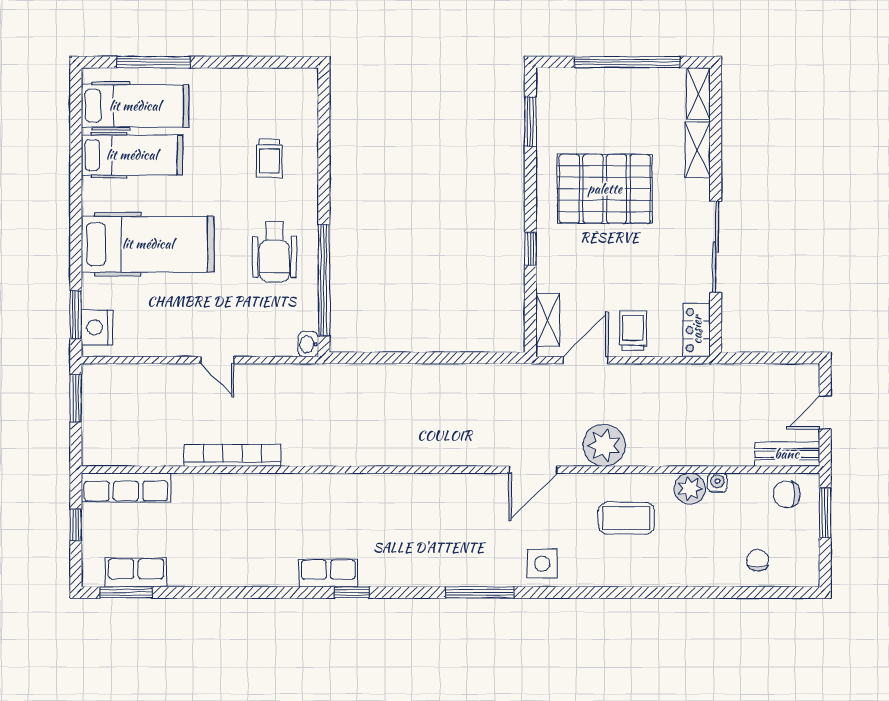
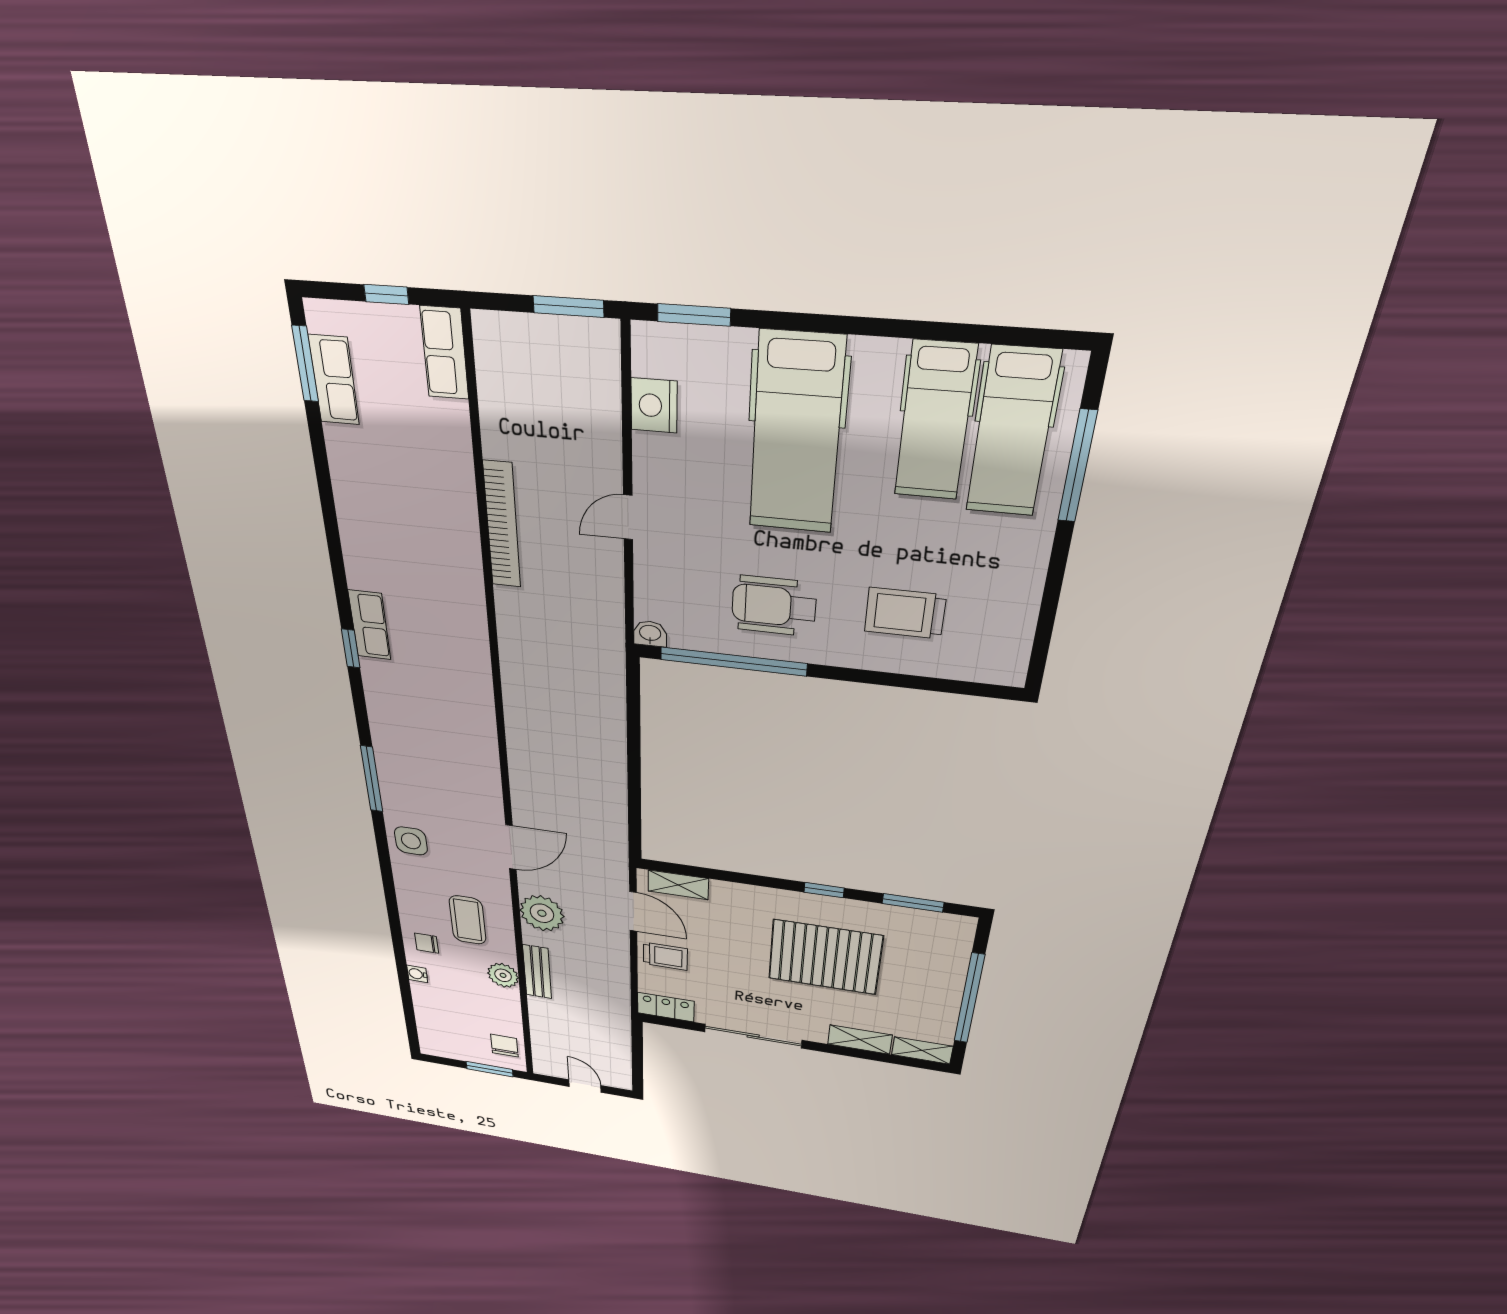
trolley: (269, 158) -> (905, 613), width x1.36, depth x1.39
pallet: (605, 189) -> (825, 957), turned 90
window: (530, 249) -> (824, 890), moved
nightstand: (97, 327) -> (654, 406), moved, turned -90
bench: (787, 454) -> (537, 972), moved
door: (533, 470) -> (511, 847), swing flipped
water cooler: (717, 483) -> (417, 974), moved, turned 180
row of seats: (126, 487) -> (445, 353), width x0.68
chair: (758, 560) -> (427, 943), moved, turned 180

